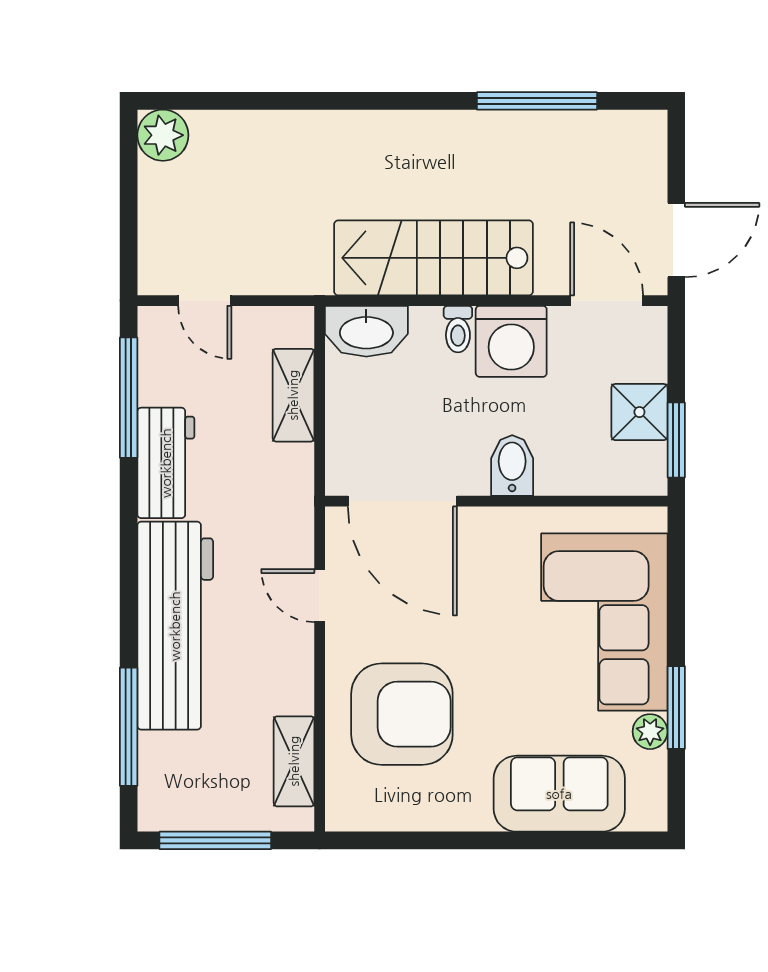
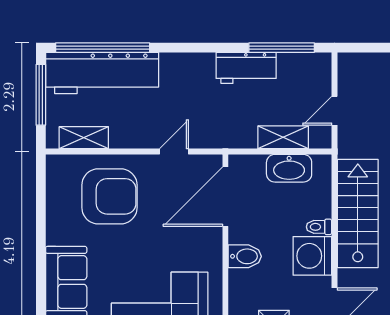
door: (205, 301) -> (335, 111), moved
washbasin: (366, 331) -> (289, 168), moved, turned -90
workbench: (175, 626) -> (102, 73), moved
armchair: (402, 714) -> (109, 196), turned -90
window: (129, 727) -> (103, 48), width x1.46

